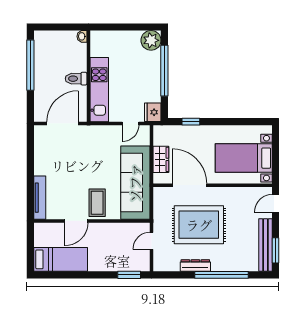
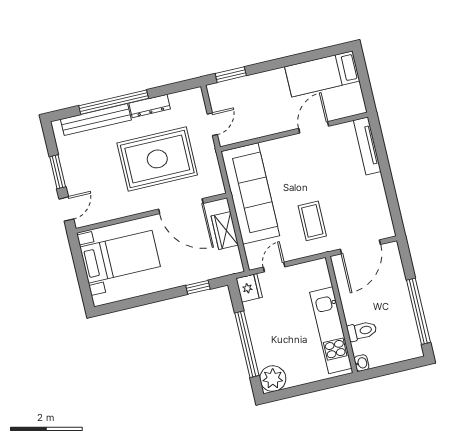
toilet: (76, 79) -> (362, 331), moved
kitchen unit: (99, 90) -> (331, 330), moved
coffee table: (97, 203) -> (312, 221), moved
bench: (266, 245) -> (96, 120), moved, turned 90
window: (276, 250) -> (58, 172), moved

